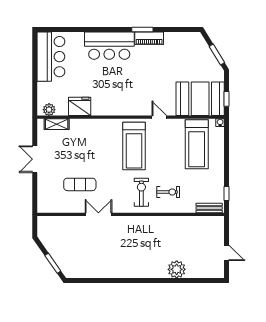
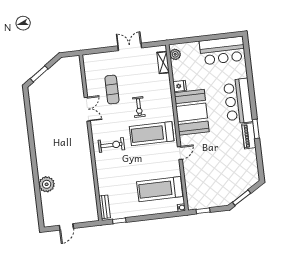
booth: (200, 99) -> (192, 112), moved
fridge: (80, 106) -> (180, 86), width x0.53, depth x0.75
exercise bike: (168, 192) -> (139, 107), moved

